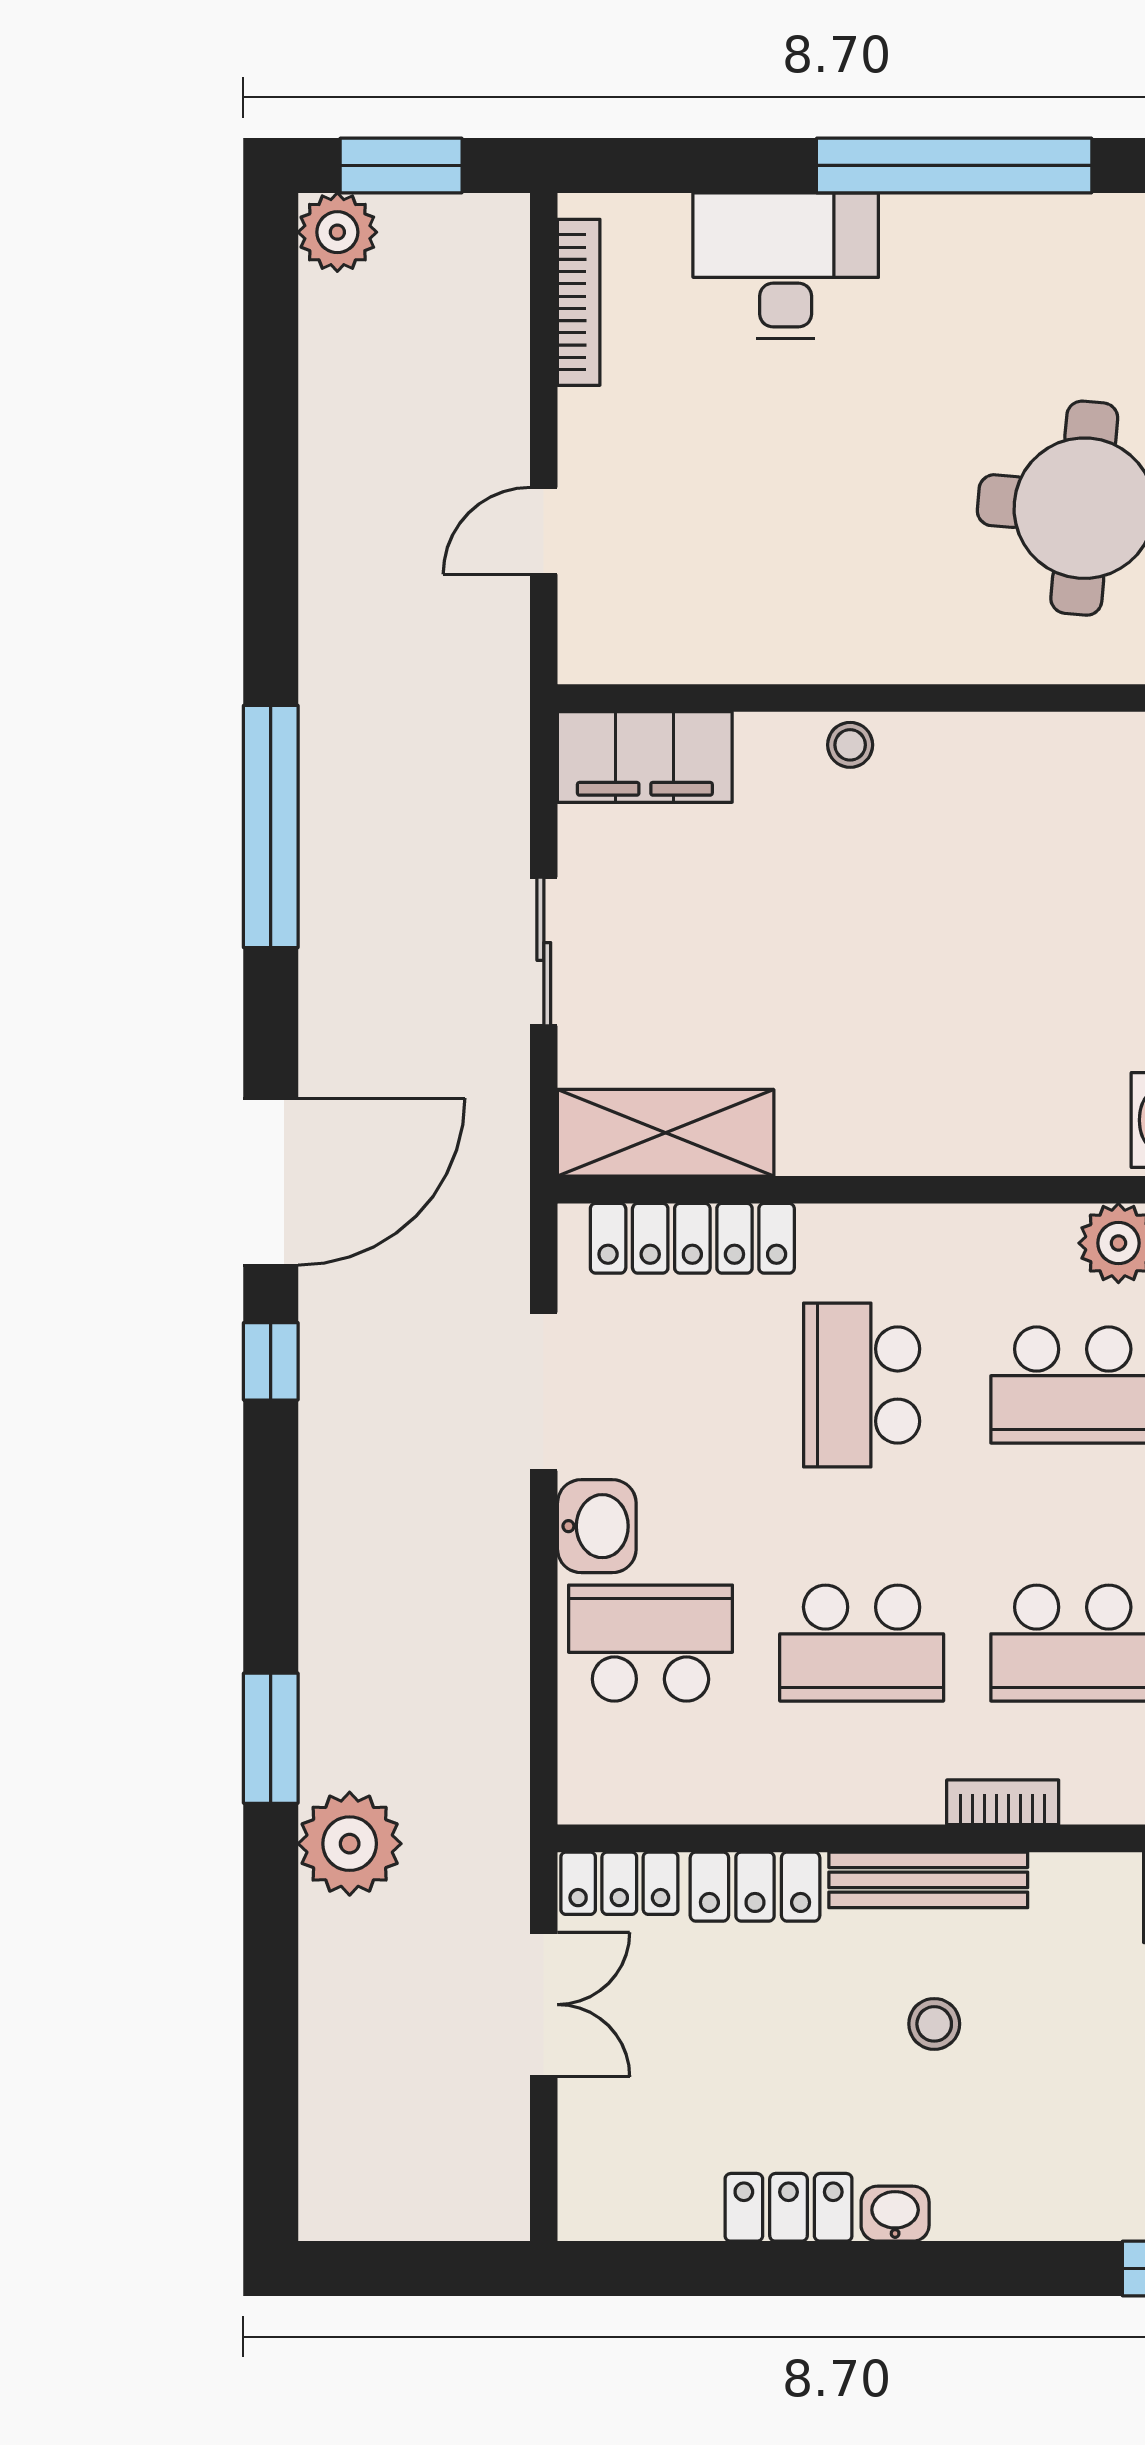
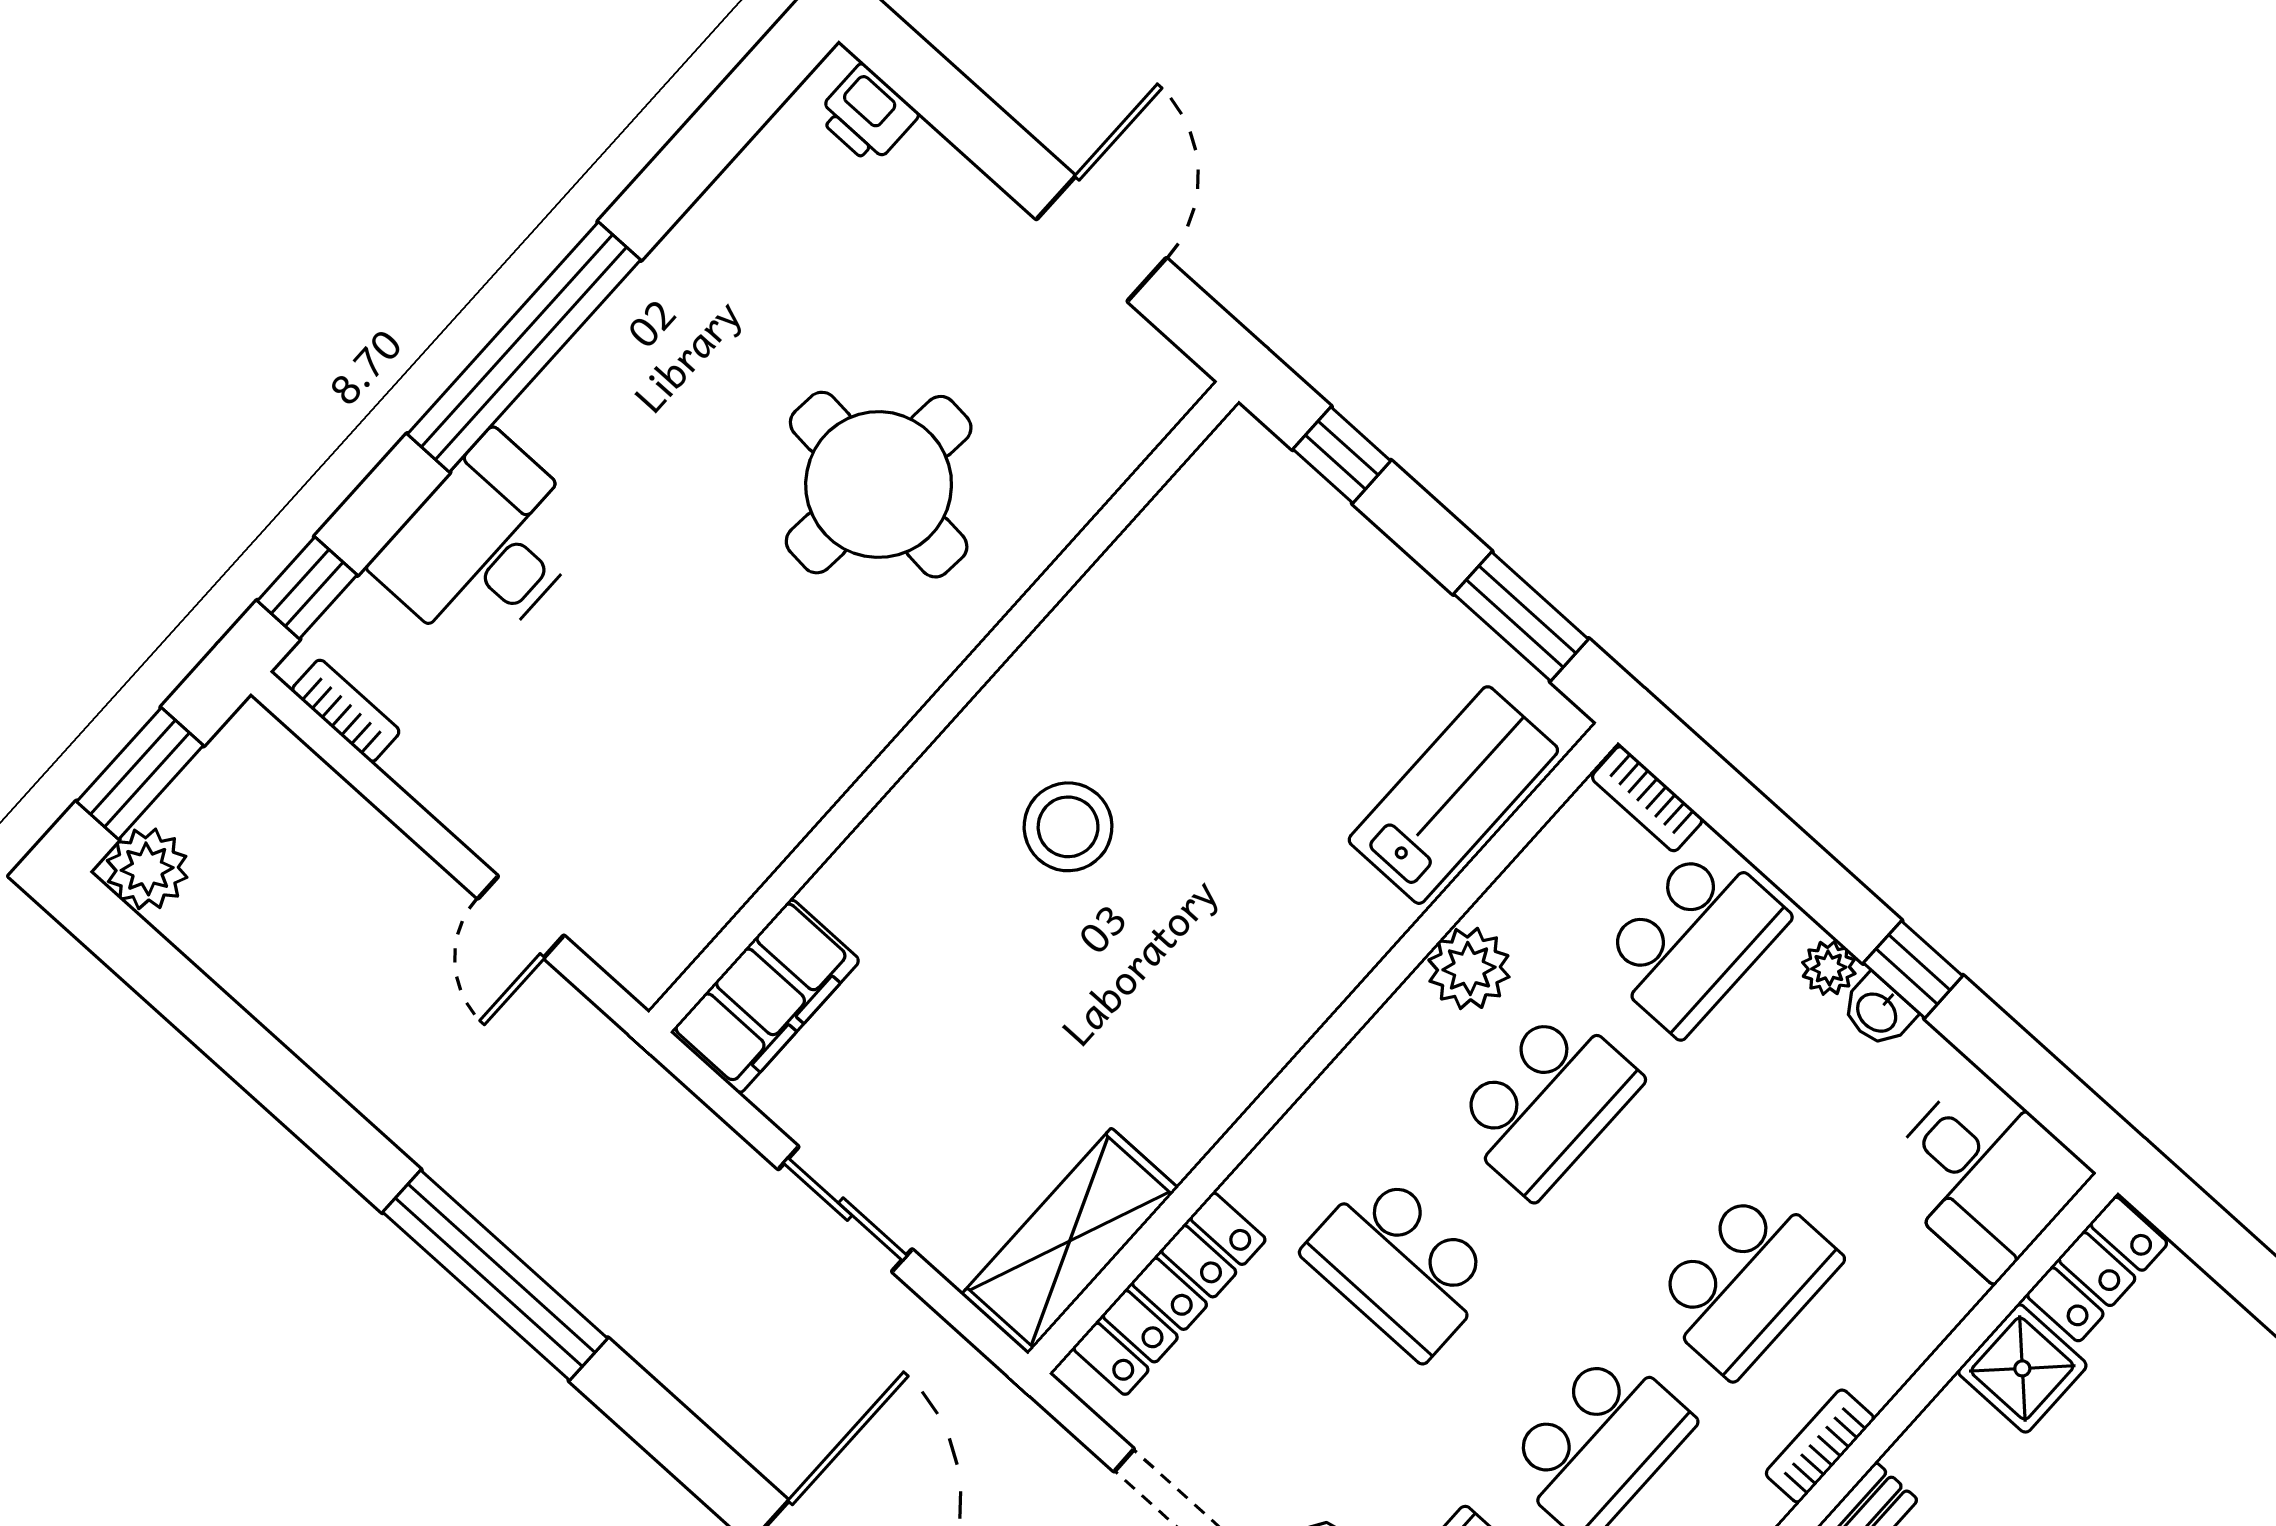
window: (642, 165) -> (307, 588), added
bookcase: (579, 302) -> (346, 711), width x0.64
stool: (850, 745) -> (1068, 827), moved, width x1.89, depth x1.89
window: (271, 826) -> (495, 1275), moved

